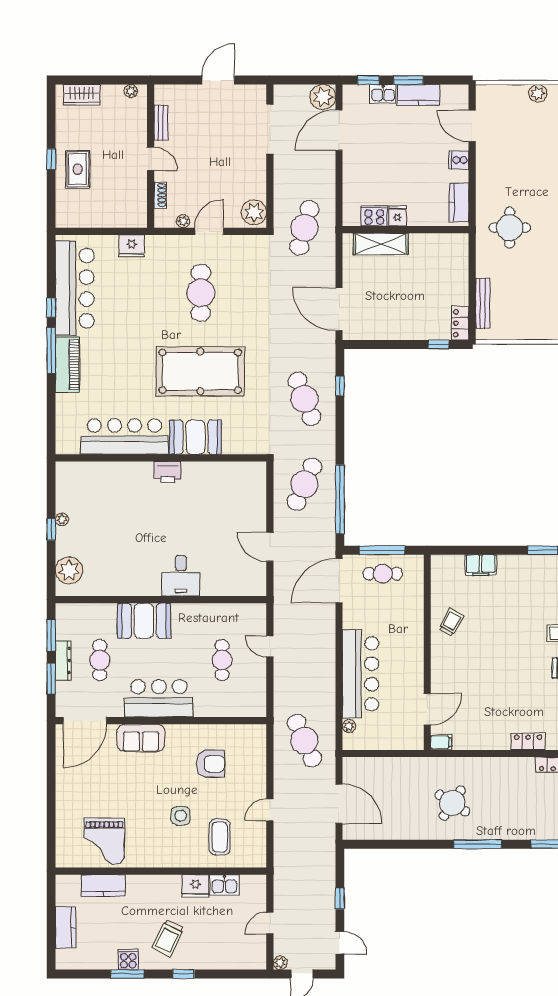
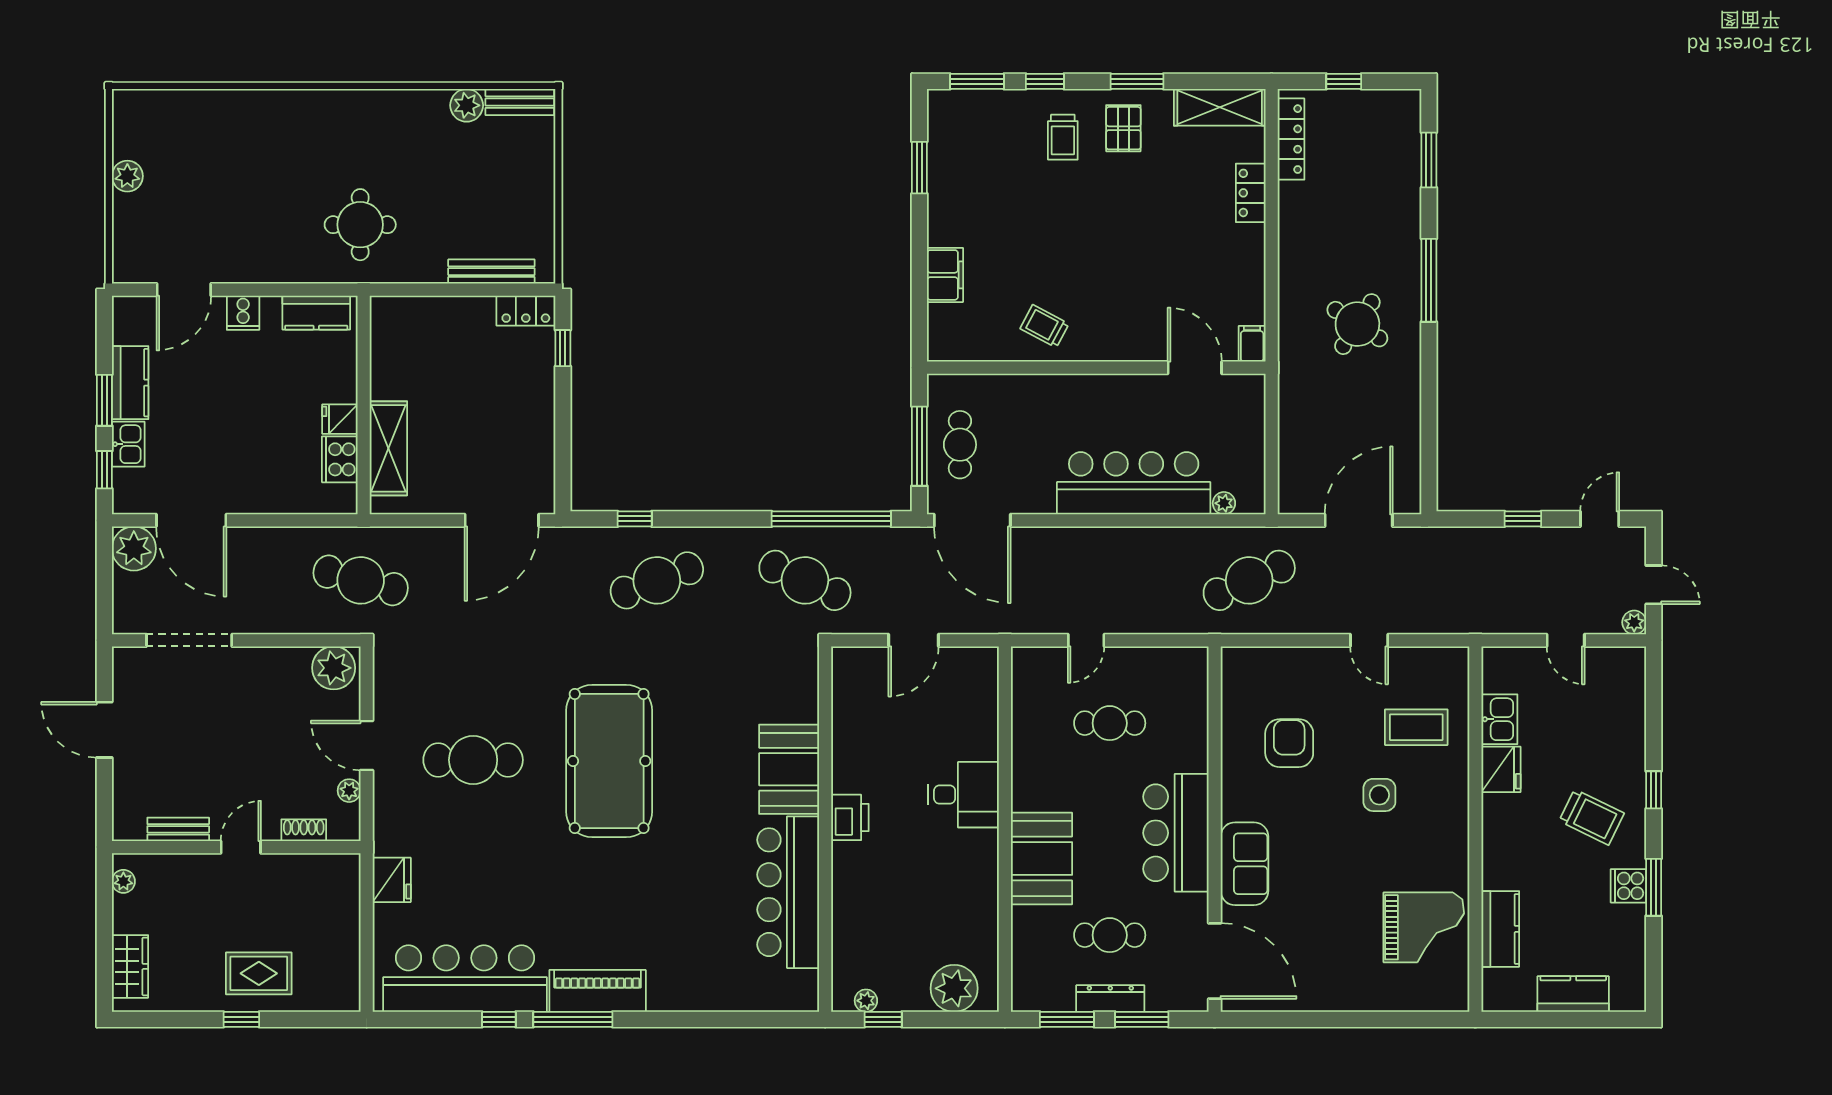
bar counter: (125, 437) -> (788, 892), moved
booth: (195, 437) -> (789, 769), moved
wall: (161, 458) -> (825, 829), moved
printer: (168, 472) -> (850, 817), moved

